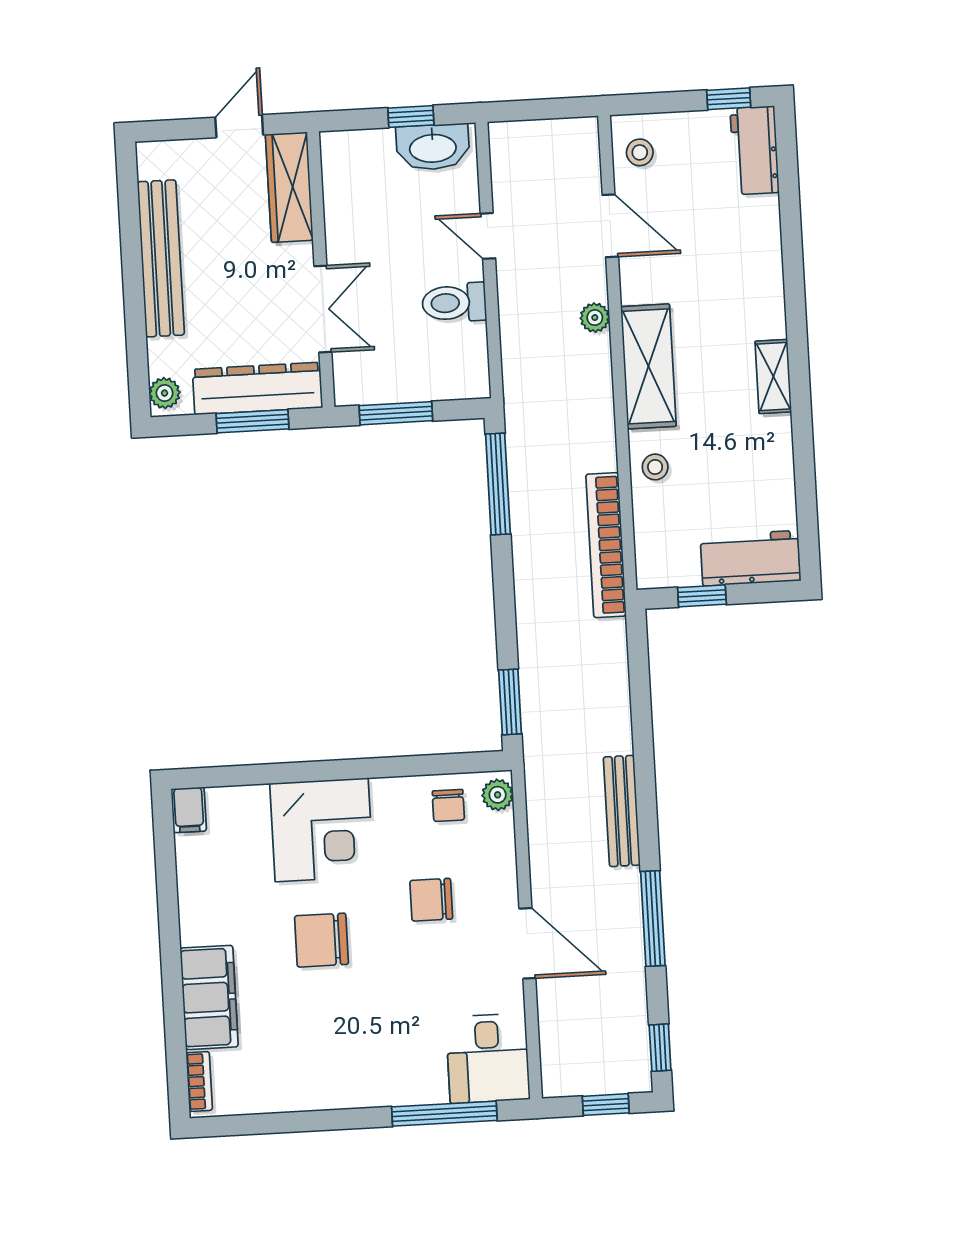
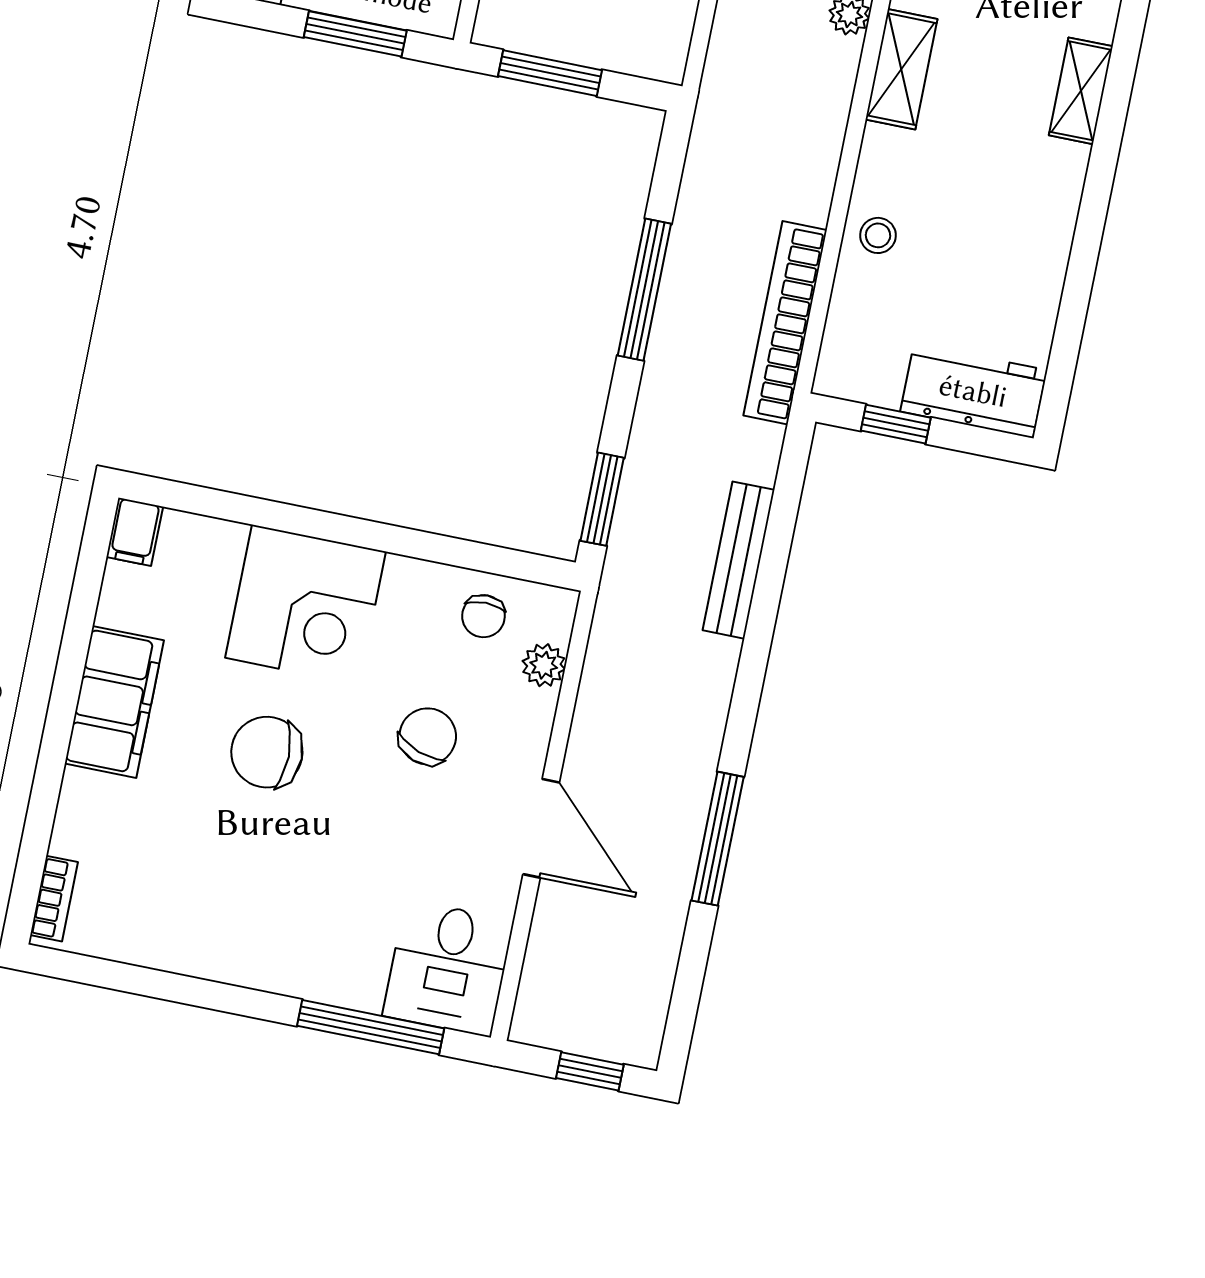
shelving: (648, 366) -> (901, 69), width x0.67, depth x0.75
shelving: (773, 377) -> (1081, 91), moved
window: (498, 484) -> (644, 290), moved
plant: (498, 795) -> (544, 665), moved
bench: (622, 811) -> (739, 560), moved
chair: (431, 900) -> (428, 736), turned 110
filing cabinet: (209, 997) -> (114, 702), moved
window: (660, 1048) -> (682, 1014), removed

